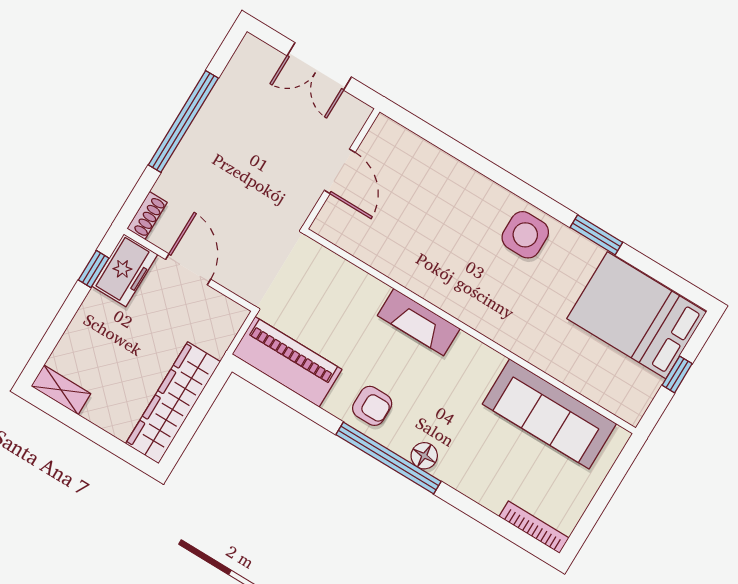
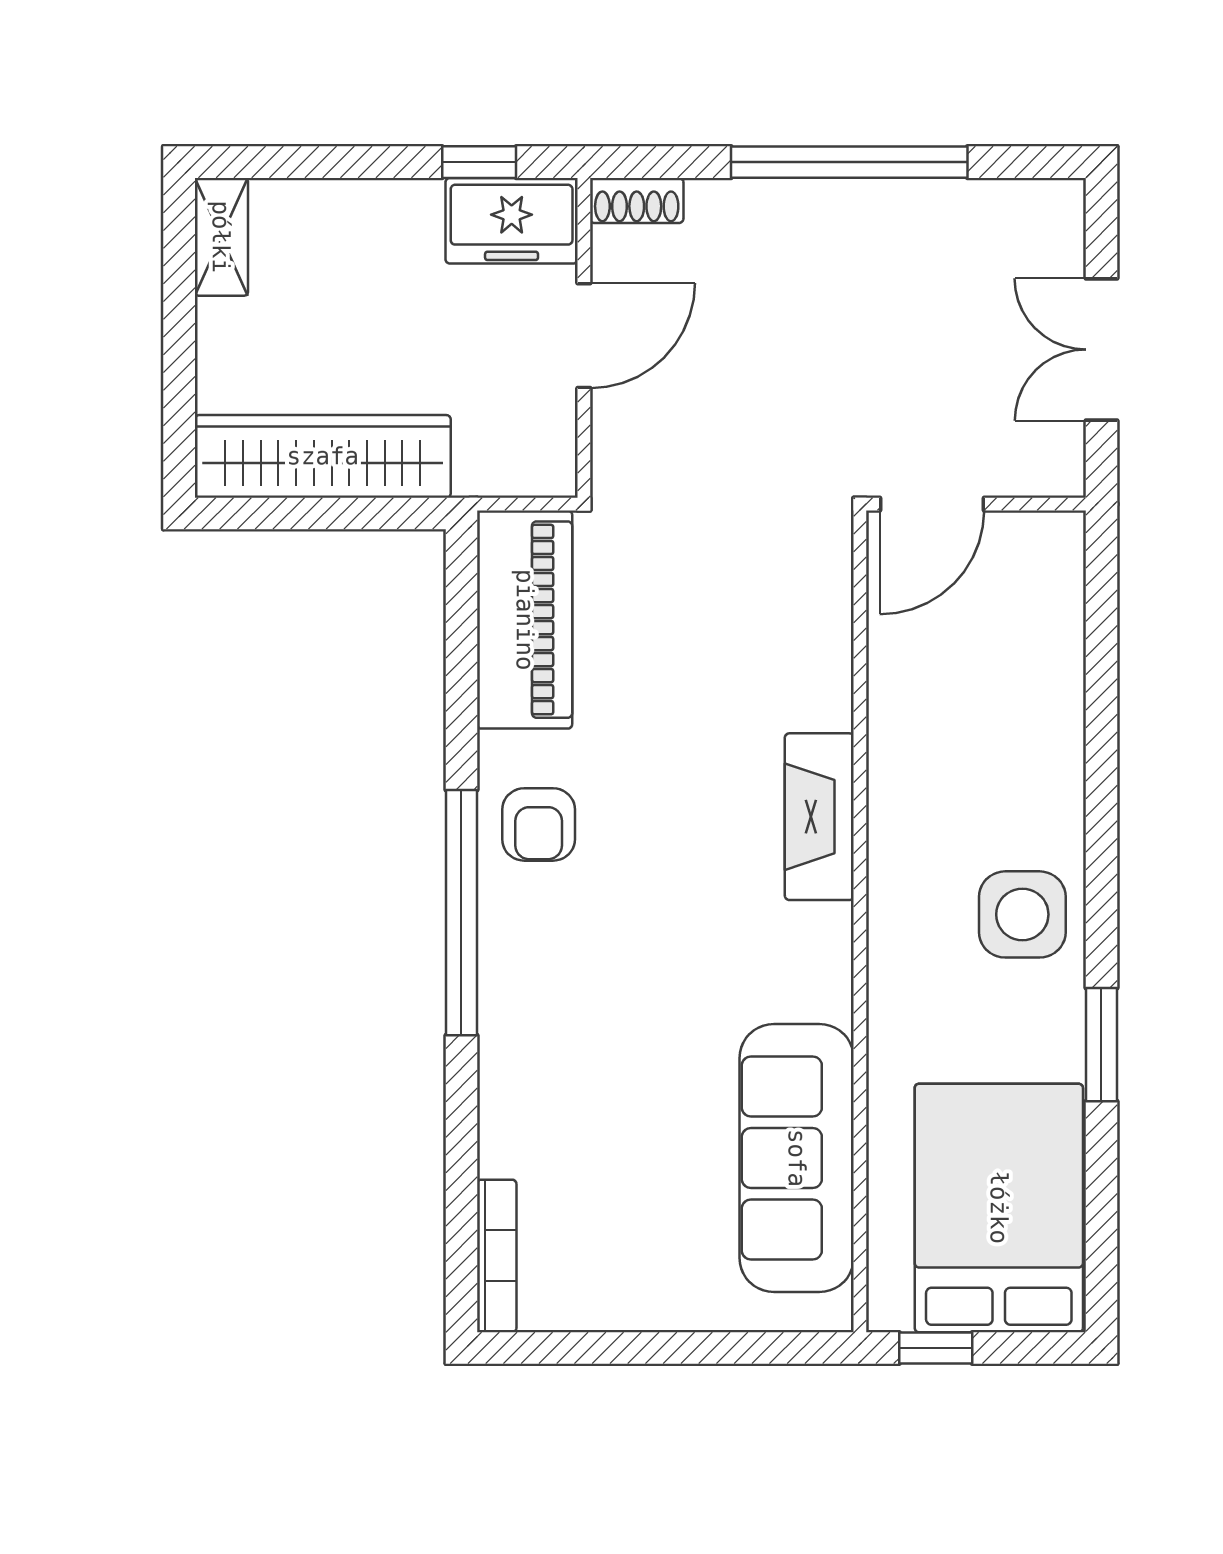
fireplace: (419, 322) -> (819, 817), moved
wall: (470, 331) -> (860, 921), moved
sofa: (549, 414) -> (797, 1158), moved
floor lamp: (424, 456) -> (505, 975), removed

